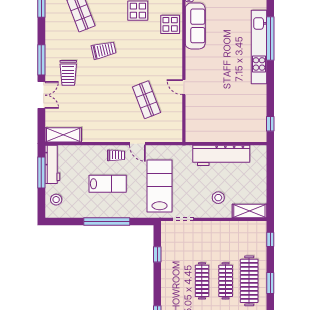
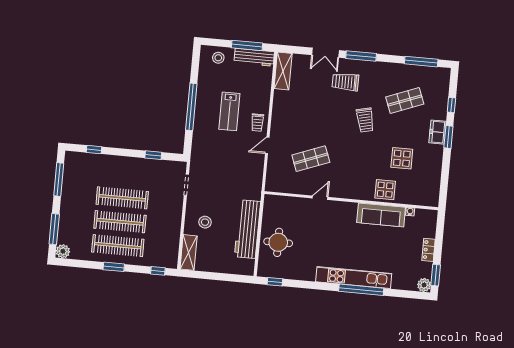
round table: (231, 124) -> (278, 242), added
lab bench: (160, 186) -> (222, 164), removed
clothes rail: (202, 281) -> (122, 198), width x1.37, depth x1.31
clothes rail: (226, 281) -> (120, 222), width x1.37, depth x1.31

